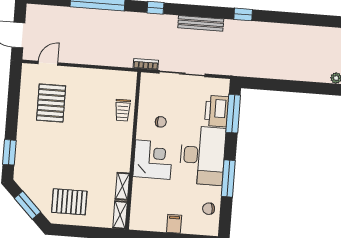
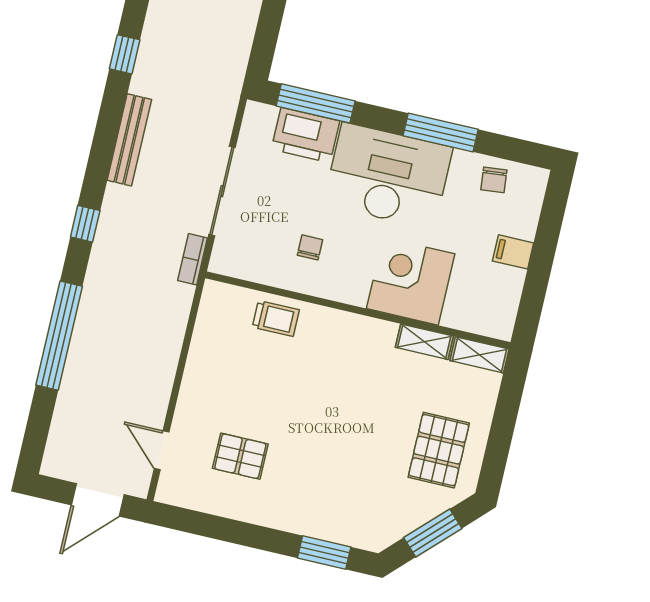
pallet: (51, 103) -> (240, 456), width x0.67, depth x0.71
corner desk: (153, 160) -> (411, 281), moved

